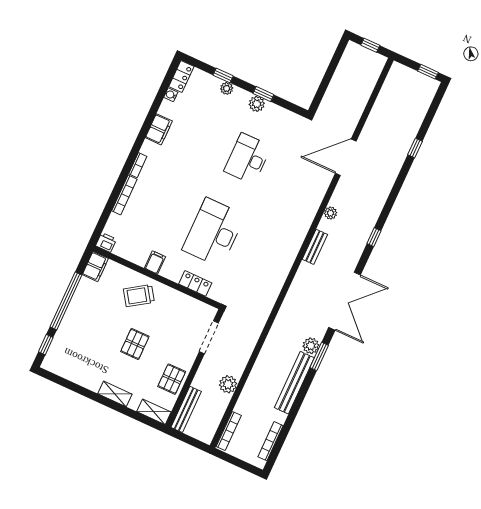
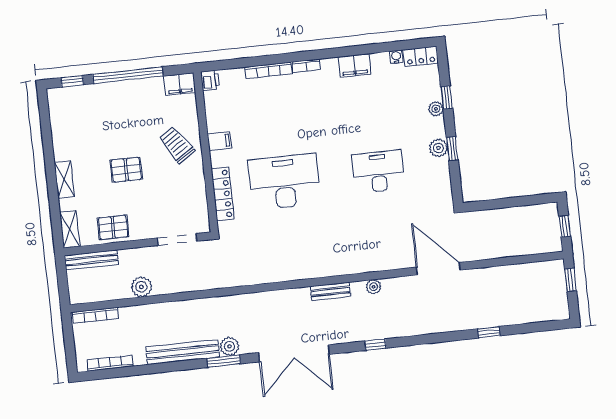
window: (428, 72) -> (571, 280), moved
locker: (195, 283) -> (223, 194), width x1.53

